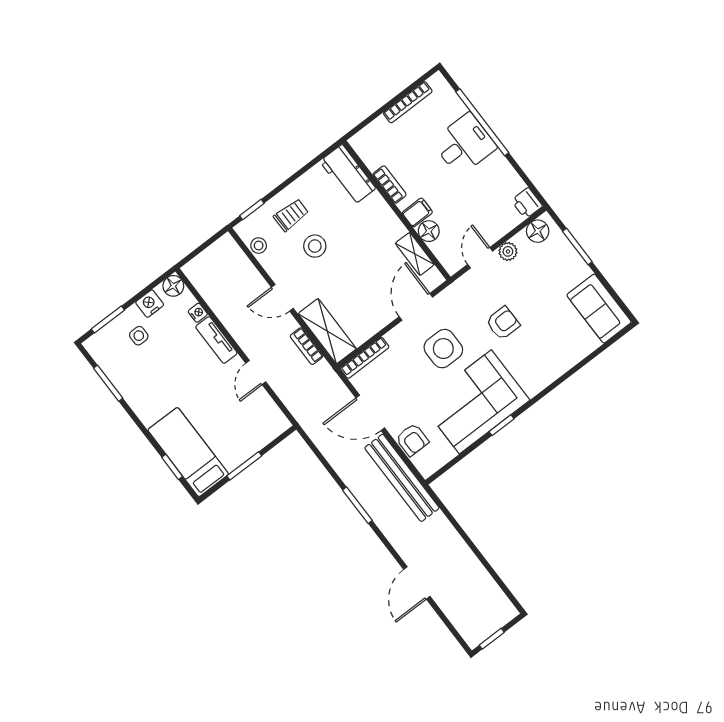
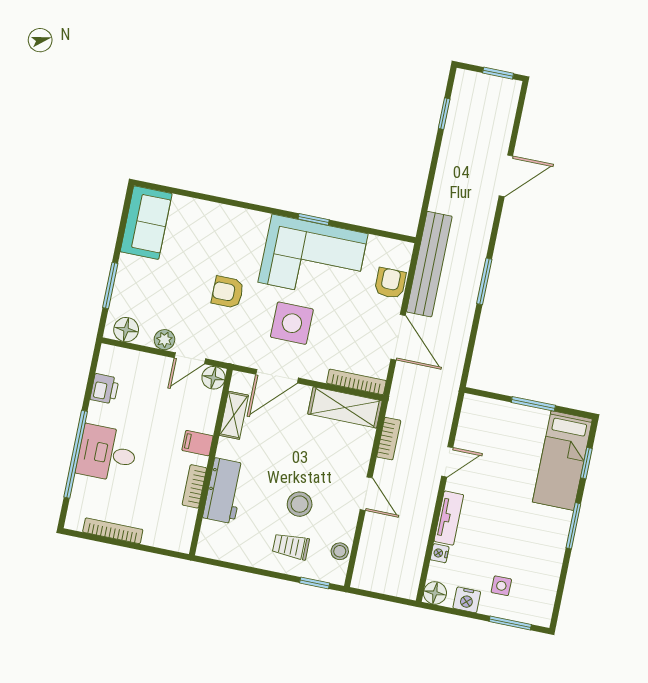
workbench: (348, 175) -> (224, 491), moved
printer: (527, 203) -> (105, 389), moved
floor lamp: (429, 231) -> (213, 378), moved
shelving: (327, 331) -> (345, 407), moved, turned 90
window: (108, 383) -> (573, 526), moved
window: (496, 578) -> (444, 114), added

